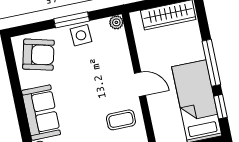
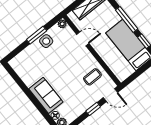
armchair: (38, 55) -> (28, 64), removed
door: (140, 84) -> (83, 39), moved

